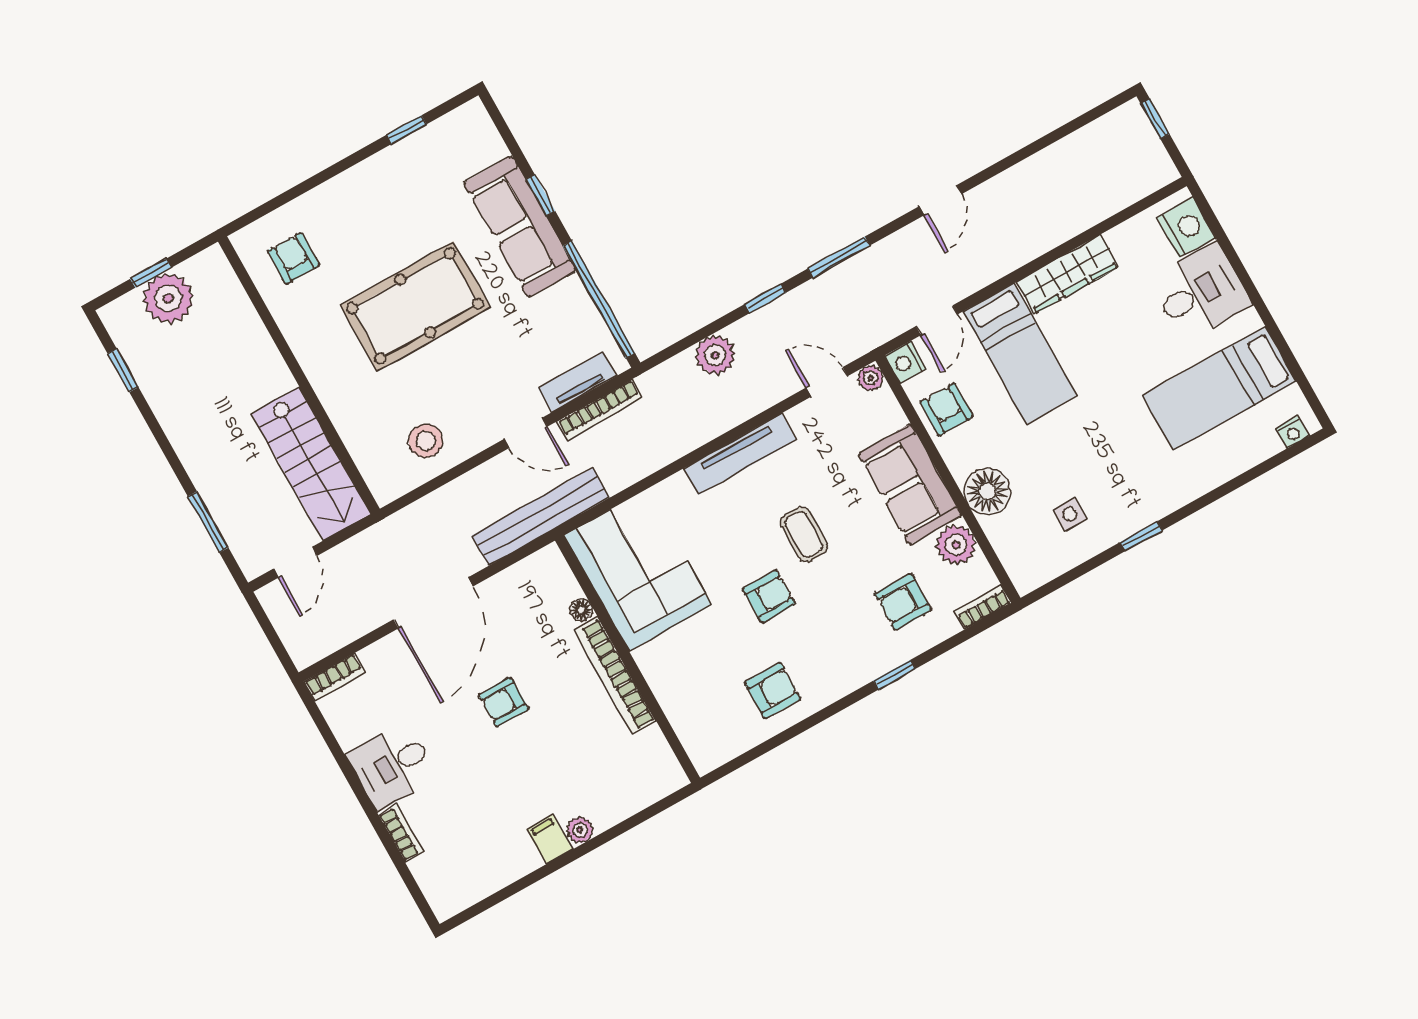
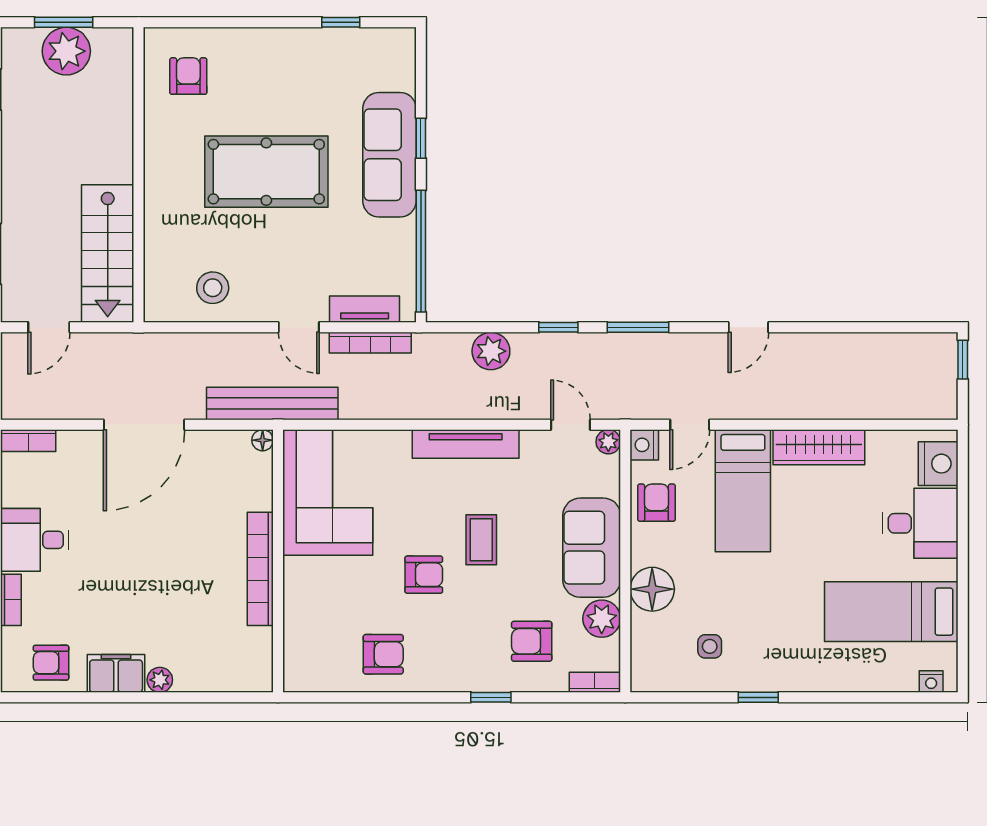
window: (151, 273) -> (64, 22), width x1.50
floor lamp: (581, 610) -> (263, 440), moved
armchair: (504, 702) -> (51, 663), moved
filing cabinet: (549, 839) -> (116, 673), width x2.00

